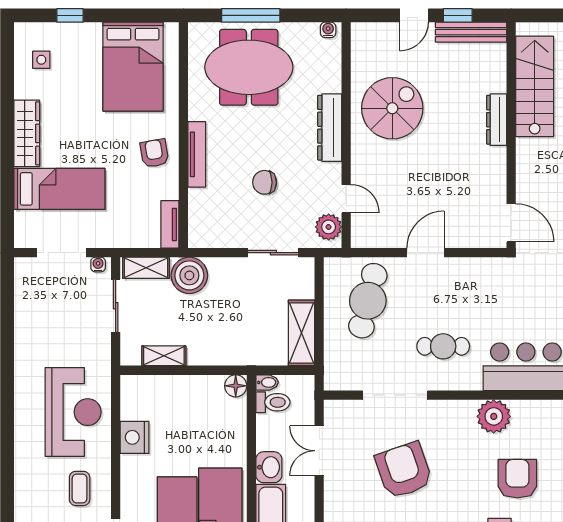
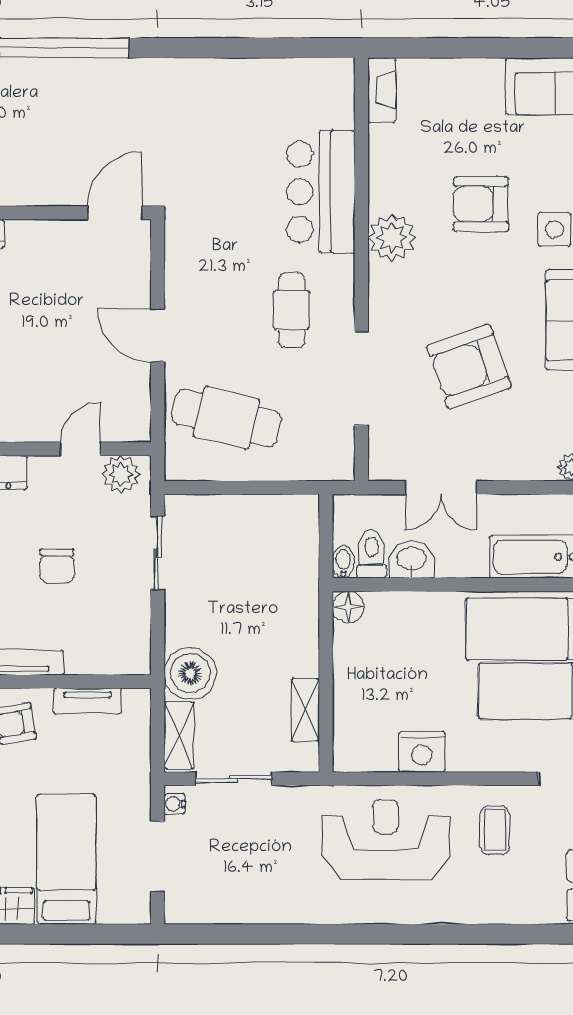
tv unit: (170, 224) -> (87, 701), moved
shelving: (301, 333) -> (272, 513), removed
washbasin: (269, 467) -> (411, 559), moved
coffee table: (80, 488) -> (495, 830), turned 90

